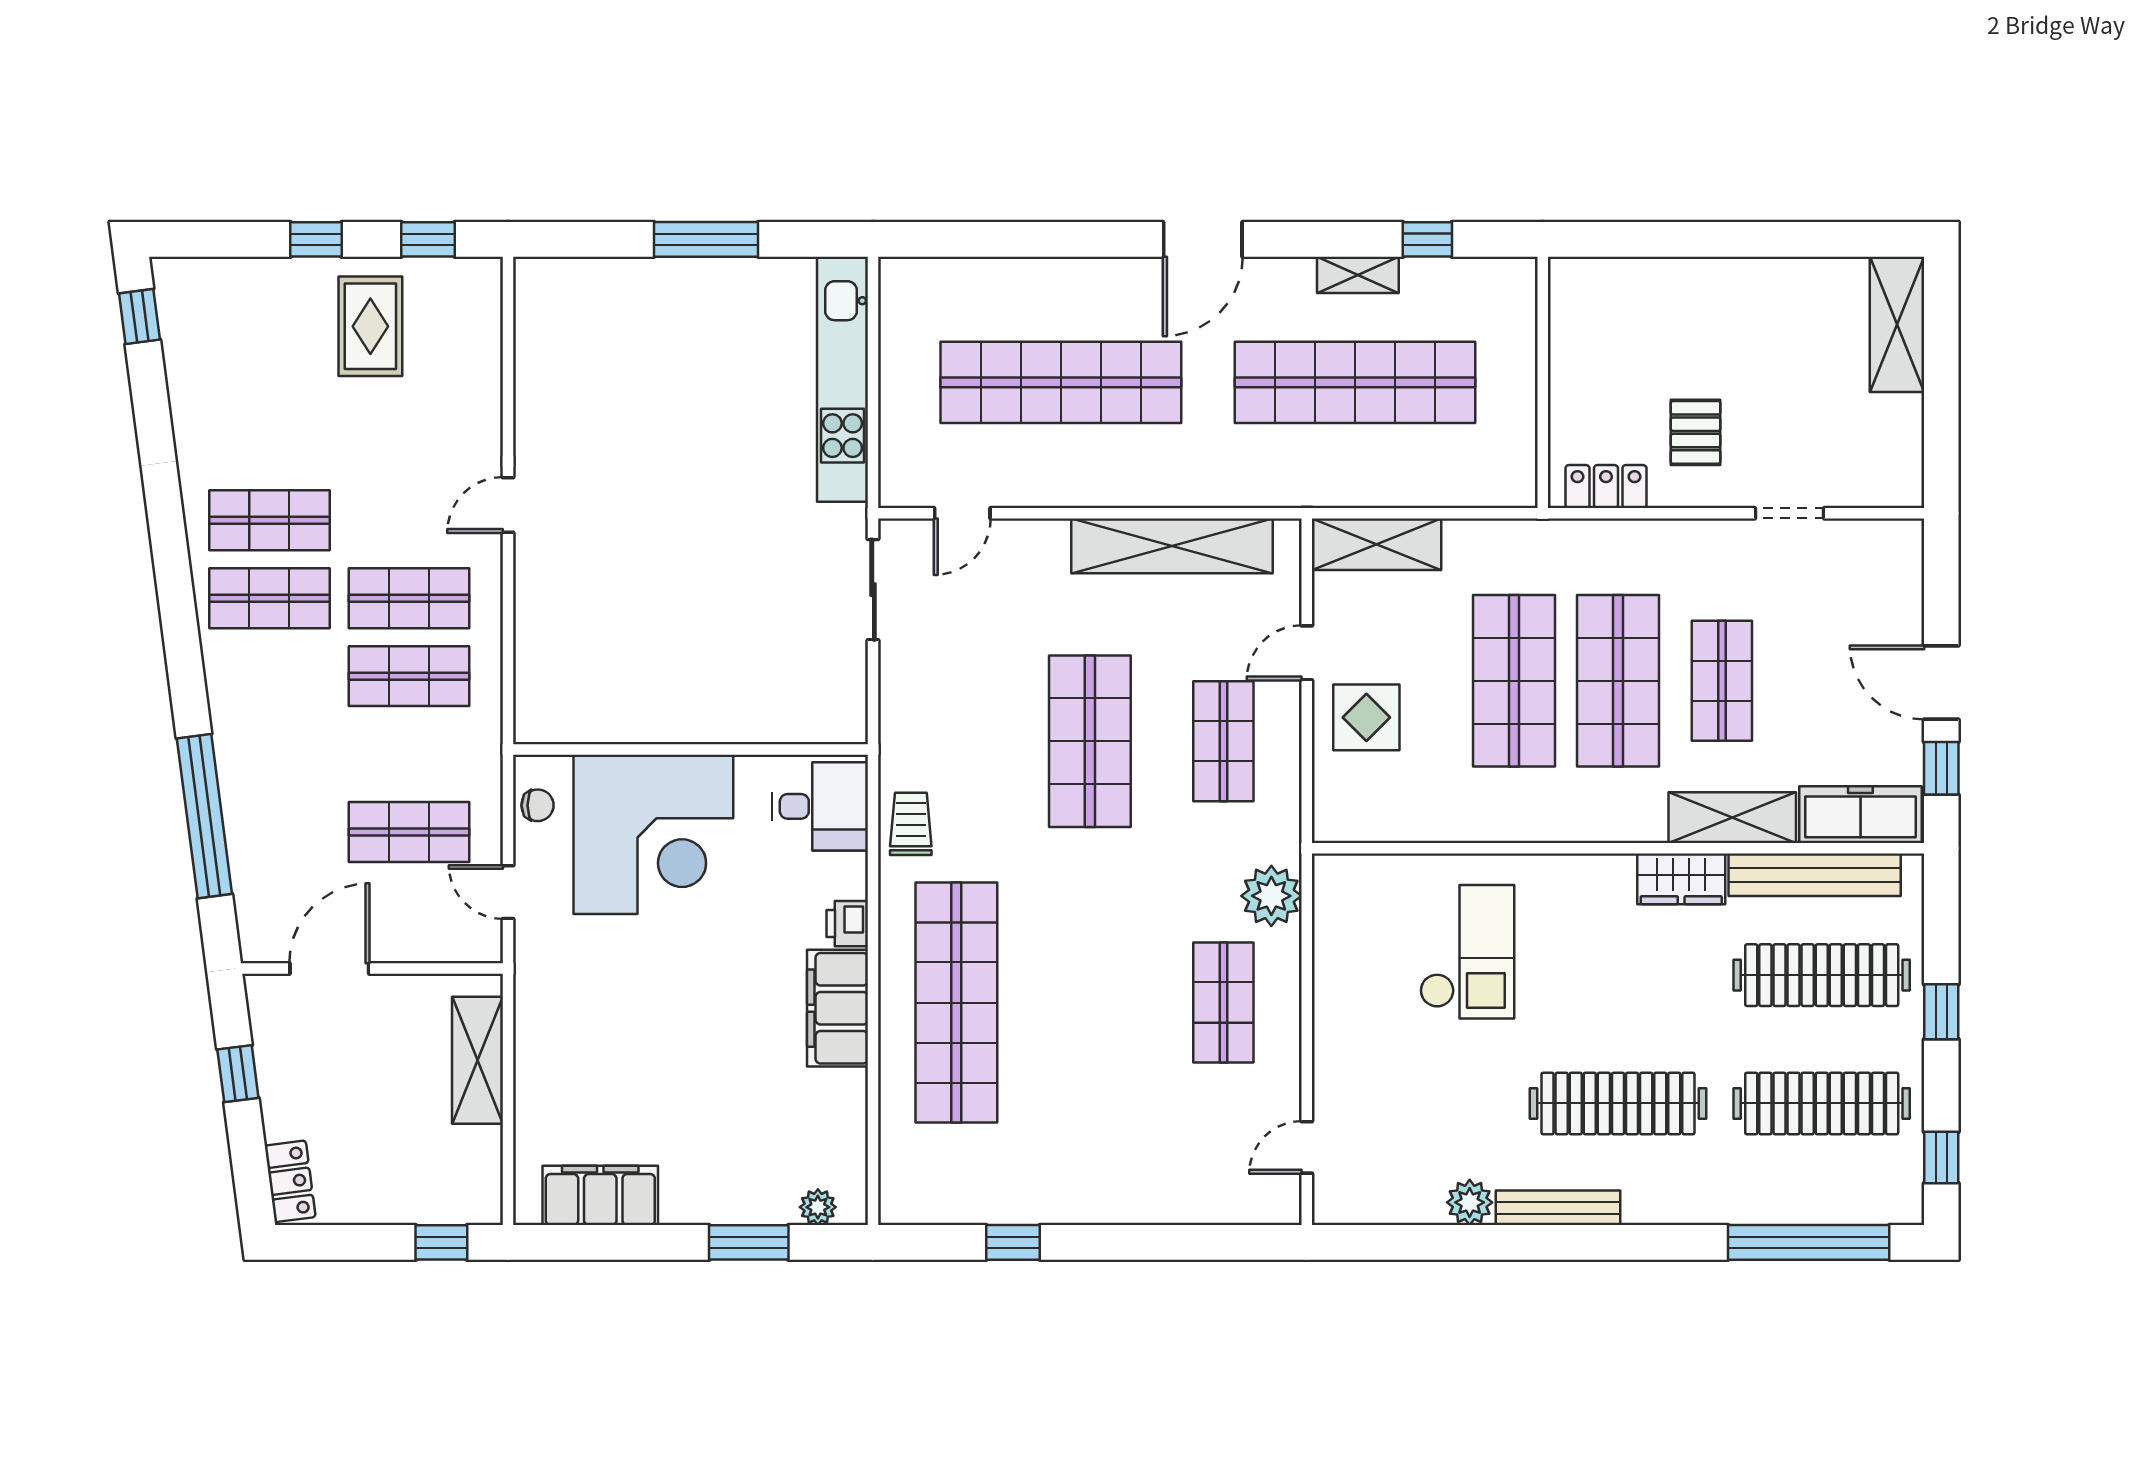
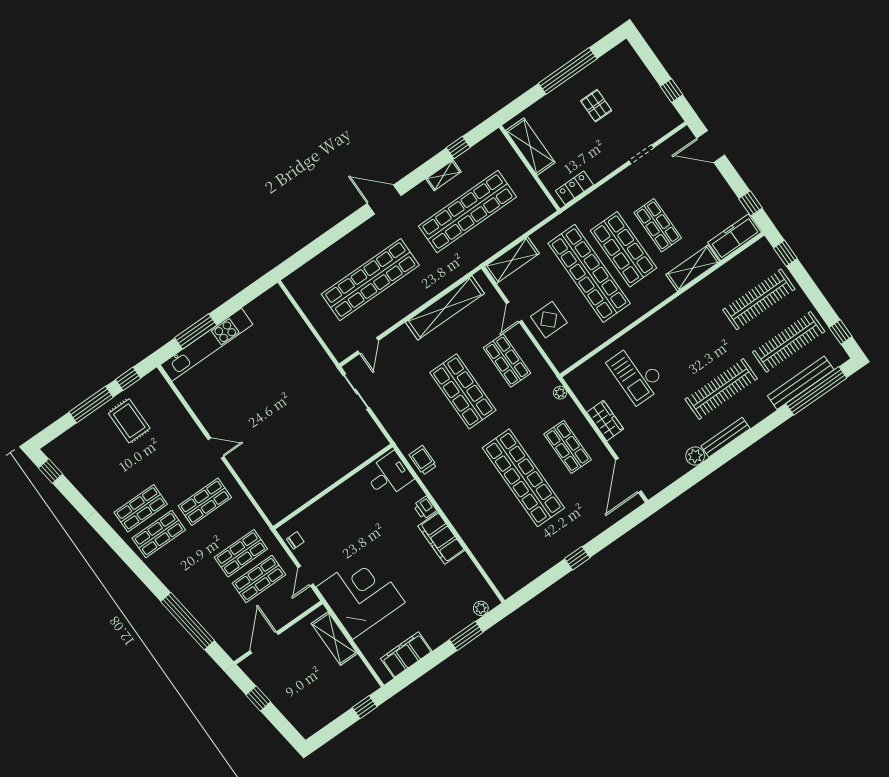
window: (316, 239) -> (91, 405), width x2.17
window: (706, 239) -> (196, 331), moved
door: (1203, 239) -> (384, 199), swing flipped
window: (1758, 239) -> (568, 71), added
shelving: (1897, 324) -> (530, 147), moved
kitchen unit: (843, 379) -> (207, 345), moved, turned -90
window: (1941, 427) -> (671, 91), added
pallet: (1696, 432) -> (596, 106), moved
door: (508, 505) -> (216, 448), swing flipped
shop shelf: (409, 676) -> (241, 553), moved
shop shelf: (1514, 681) -> (589, 273), width x1.40
door: (1941, 683) -> (711, 147), moved
corner desk: (653, 834) -> (361, 595), moved, turned -90
bench: (1815, 875) -> (801, 383), moved
wardrobe: (1681, 879) -> (605, 421), moved, turned -90
door: (508, 892) -> (306, 576), hinge flipped
plant: (1271, 896) -> (560, 393), width x0.53, depth x0.53
checkout: (1467, 952) -> (636, 374), turned 180
shop shelf: (956, 1003) -> (523, 478), moved
window: (1941, 1012) -> (785, 253), moved
door: (1307, 1147) -> (629, 476), width x1.88
locker: (290, 1181) -> (300, 722), removed
window: (1013, 1242) -> (577, 558), moved

